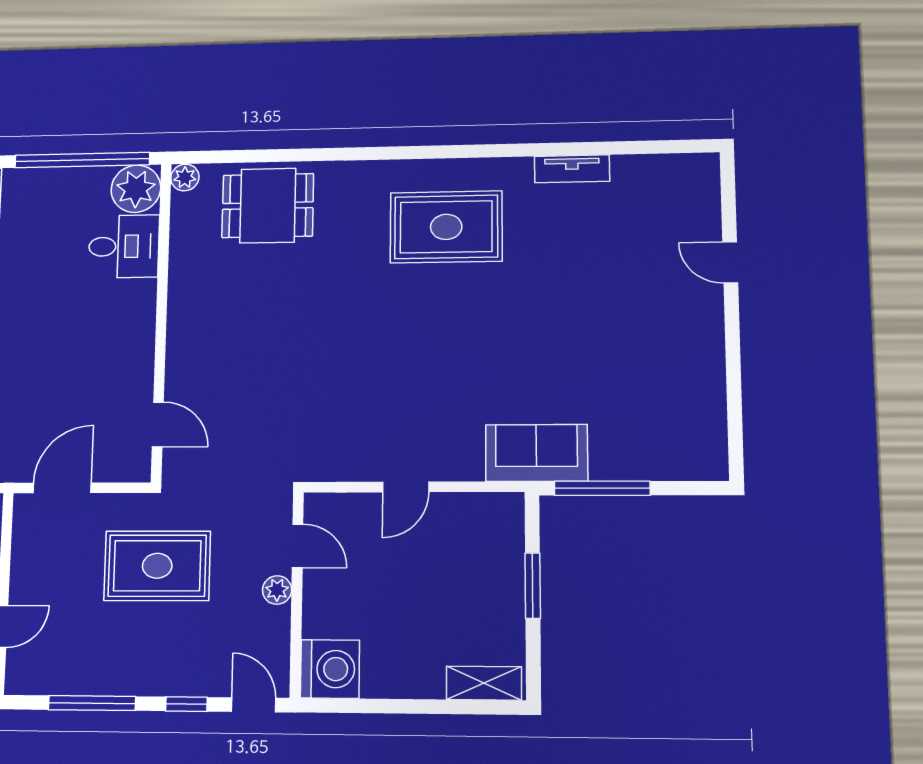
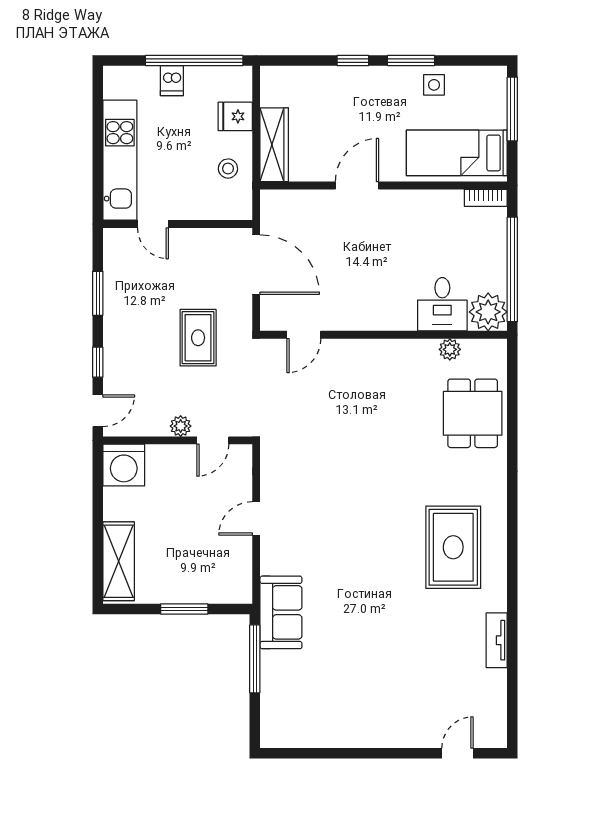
plant: (185, 177) -> (450, 349), moved
door: (730, 262) -> (457, 753), moved
door: (406, 487) -> (256, 518), hinge flipped
door: (62, 488) -> (256, 265), width x1.36
rug: (157, 566) -> (198, 338), width x0.73, depth x0.70
shelving: (484, 683) -> (119, 561), width x1.50, depth x1.33
window: (92, 703) -> (98, 293), width x0.69

